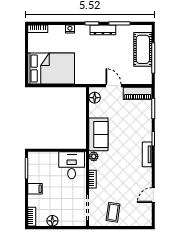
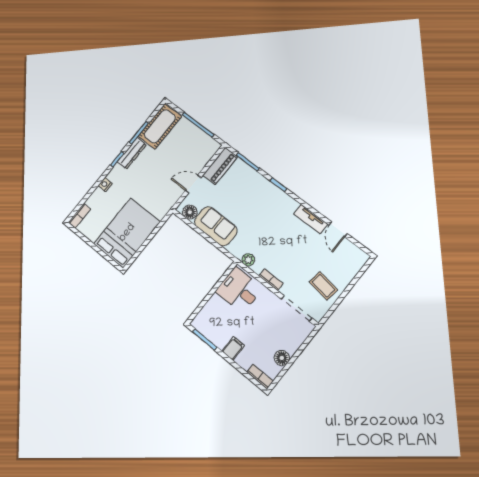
cot: (143, 49) -> (160, 126), moved, turned 90
sofa: (98, 134) -> (216, 226), moved
tv unit: (147, 154) -> (311, 219), moved

